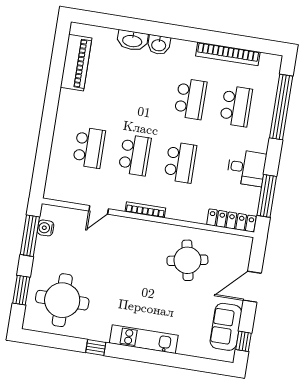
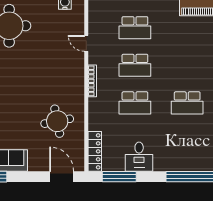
school desk: (236, 106) -> (187, 140), removed
door: (252, 287) -> (62, 177), moved

